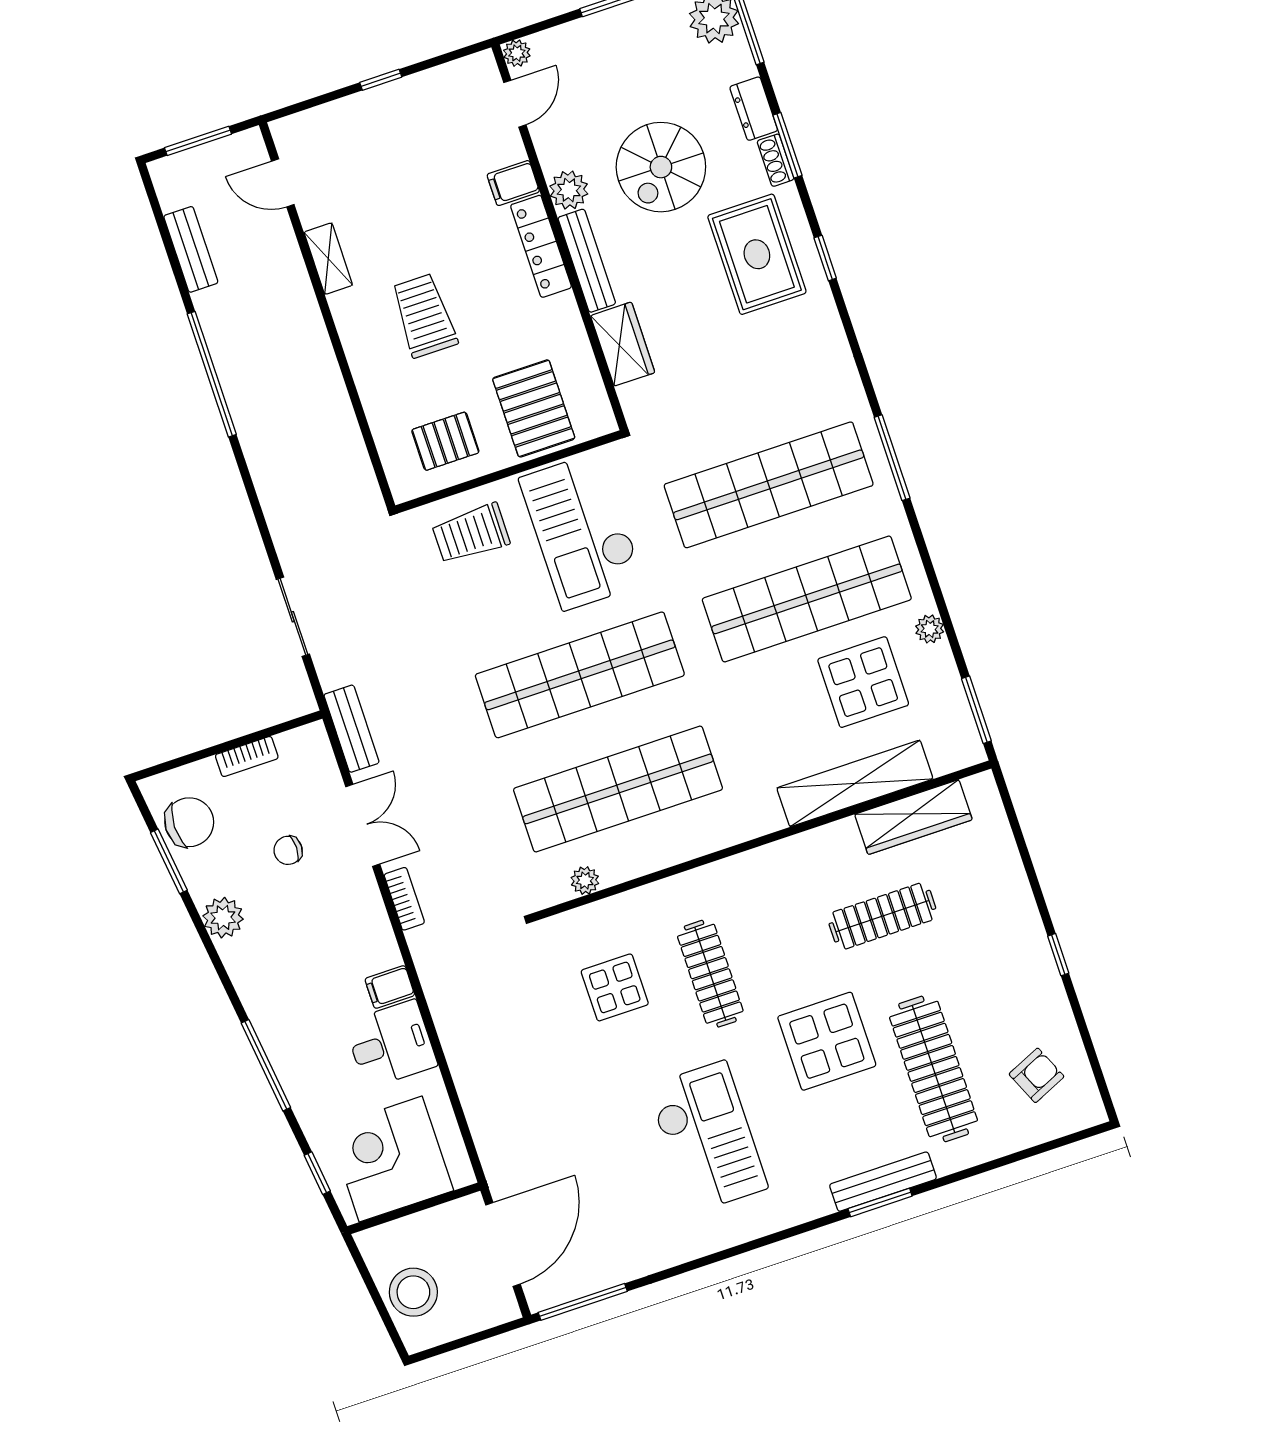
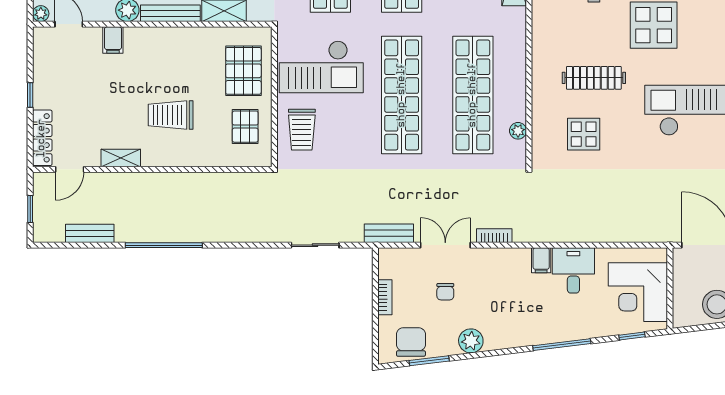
window: (198, 141) -> (30, 209), width x0.67
locker: (541, 246) -> (42, 138), moved, turned -90
pallet: (534, 408) -> (243, 71), turned 90

